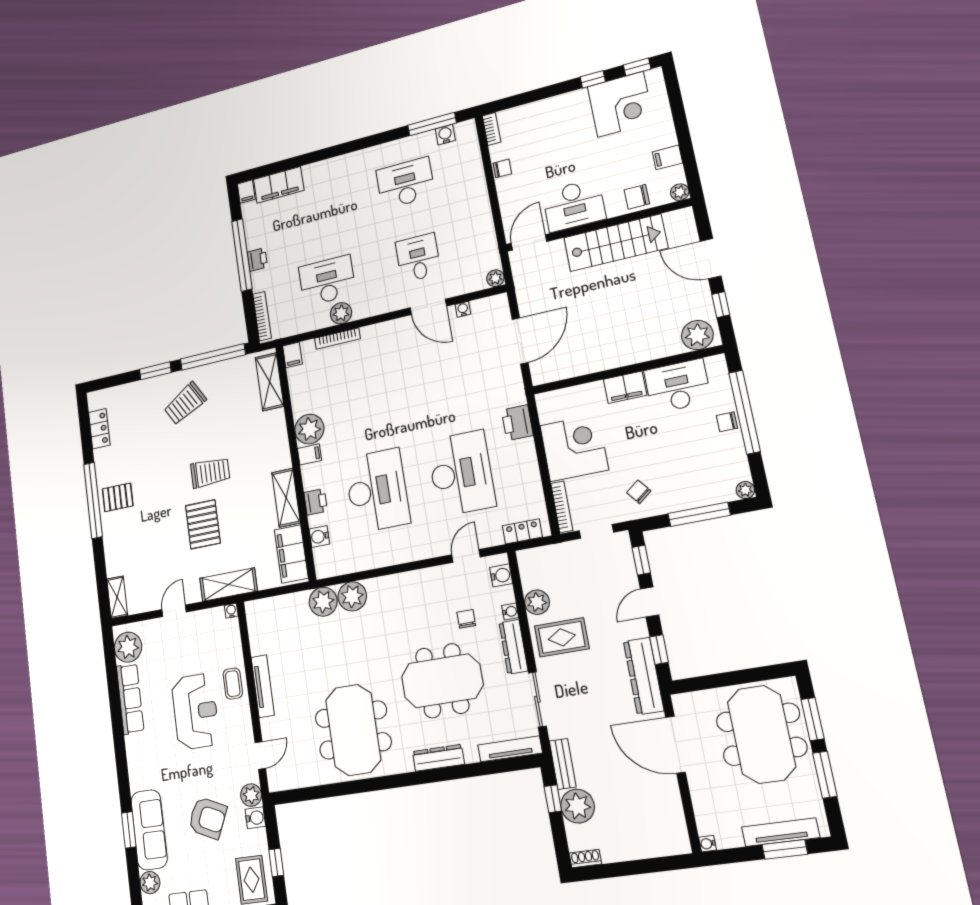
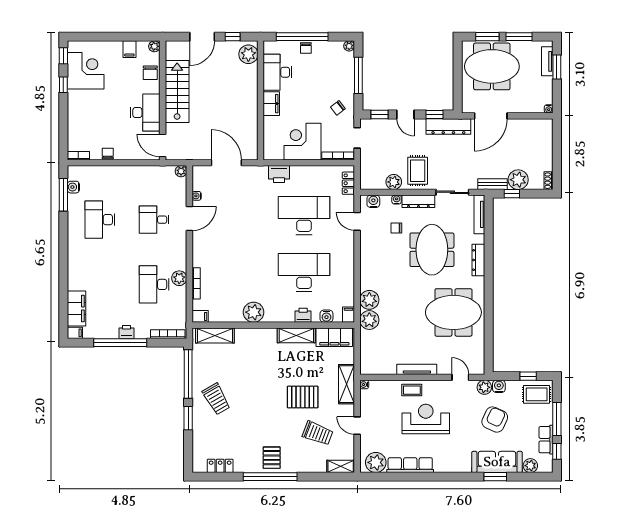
filing cabinet: (310, 454) -> (349, 315), moved
trolley: (210, 472) -> (318, 433), moved, turned 111
tv unit: (781, 832) -> (547, 61), width x0.71

